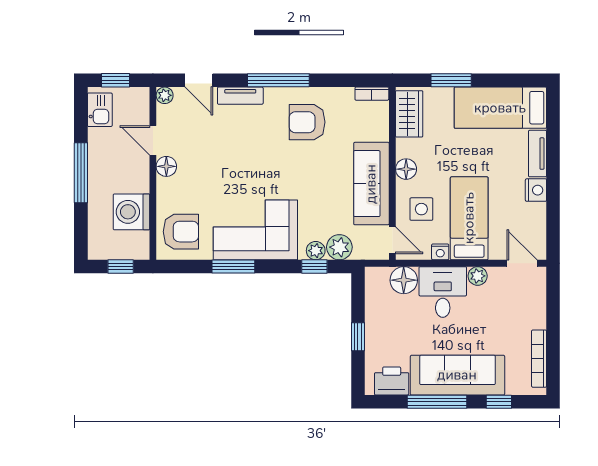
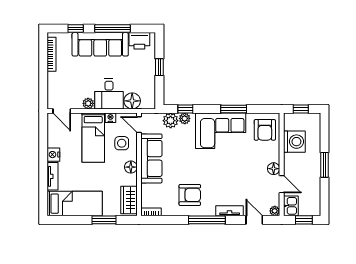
kitchen sink: (100, 110) -> (291, 206), moved, turned 180
window: (81, 173) -> (324, 165), width x0.69
armchair: (181, 232) -> (265, 130), turned -90

